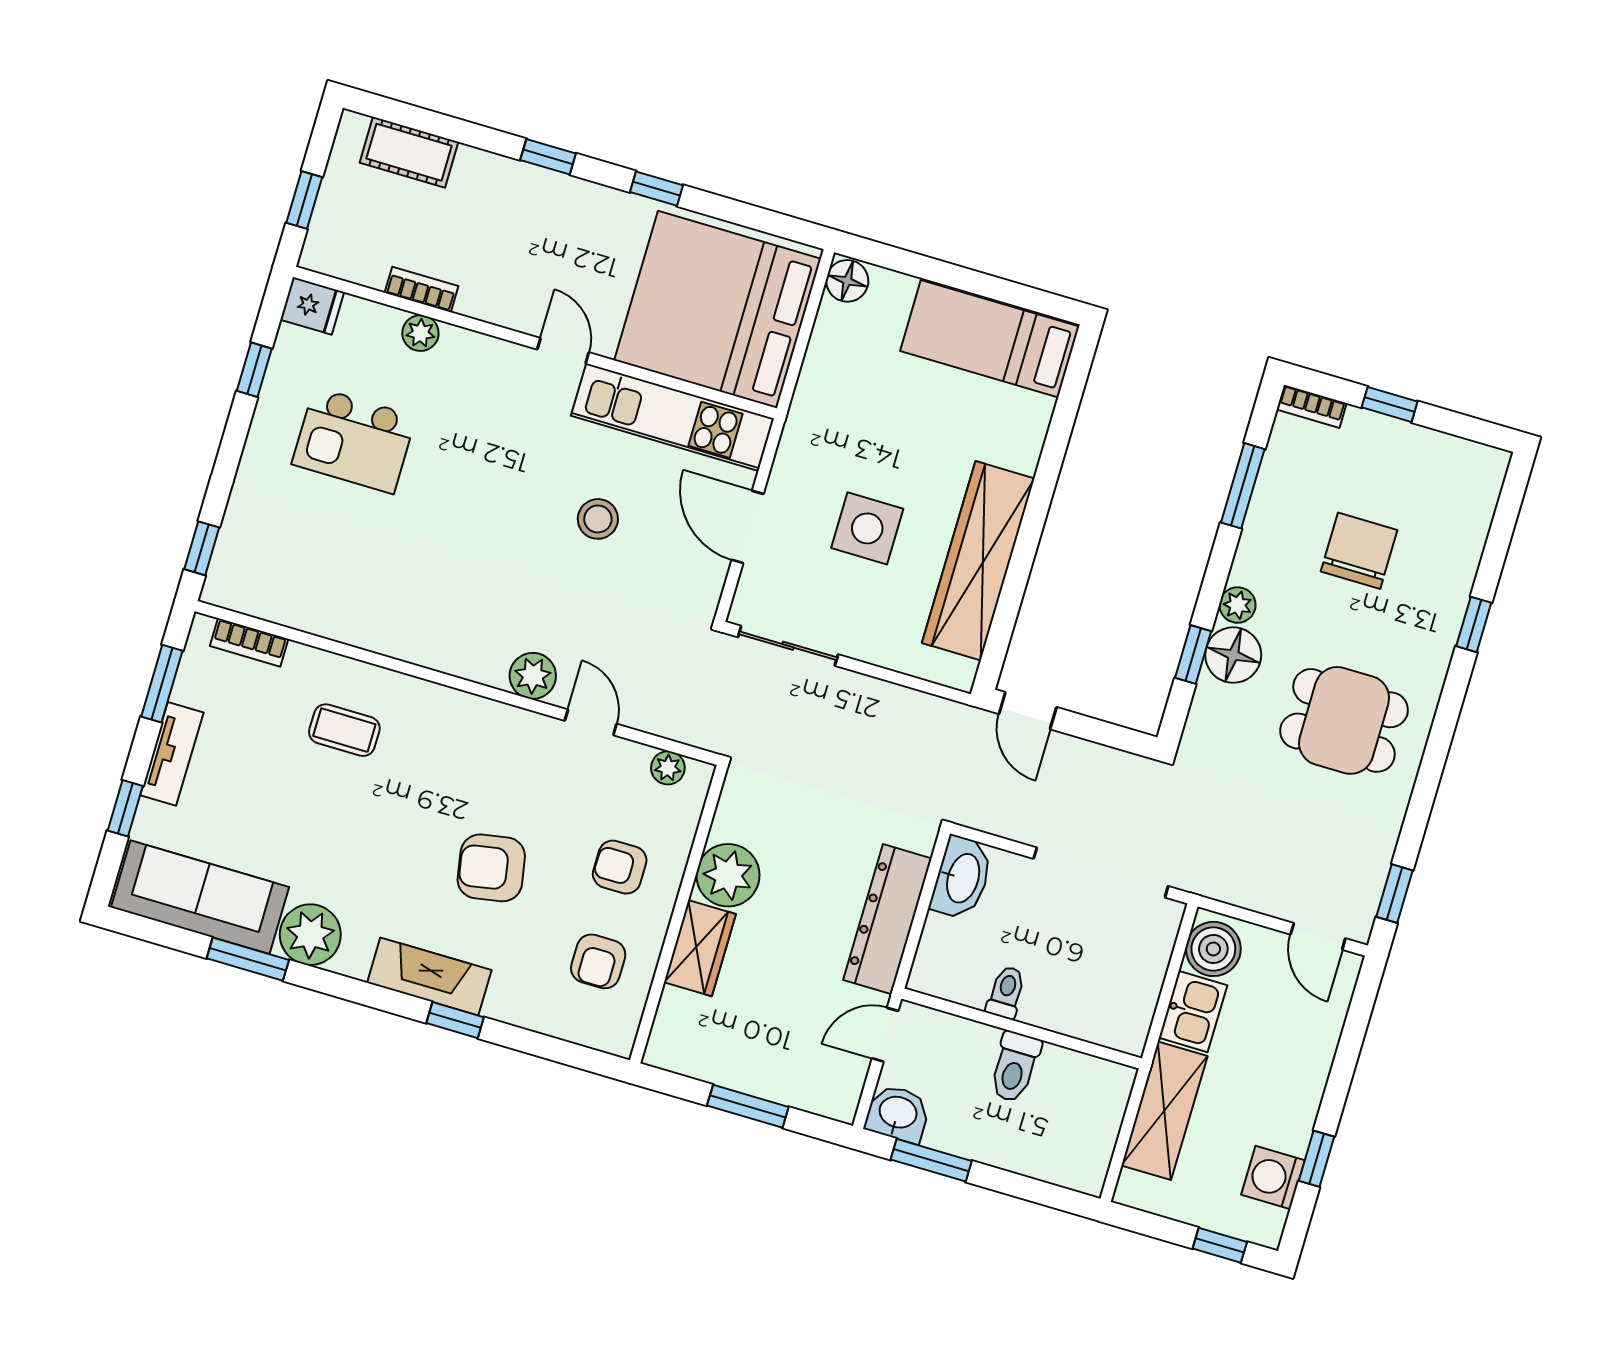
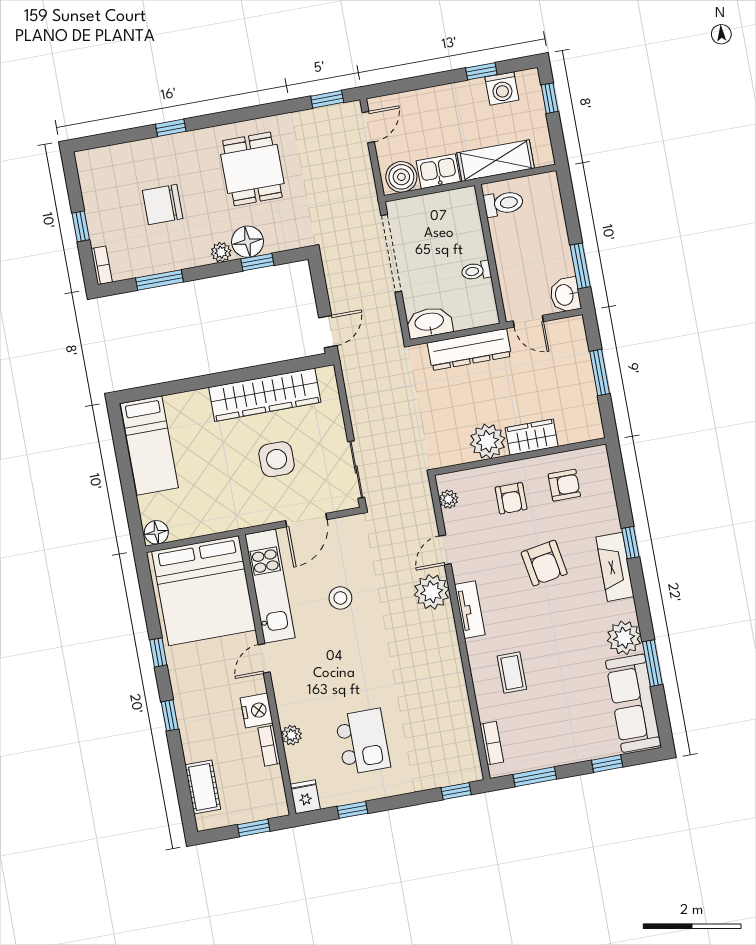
nightstand: (487, 298) -> (257, 710), added
plant: (533, 676) -> (432, 592), width x1.36, depth x1.36
tv unit: (172, 754) -> (470, 610), moved, turned 90
toilet: (1015, 1067) -> (504, 203), moved

